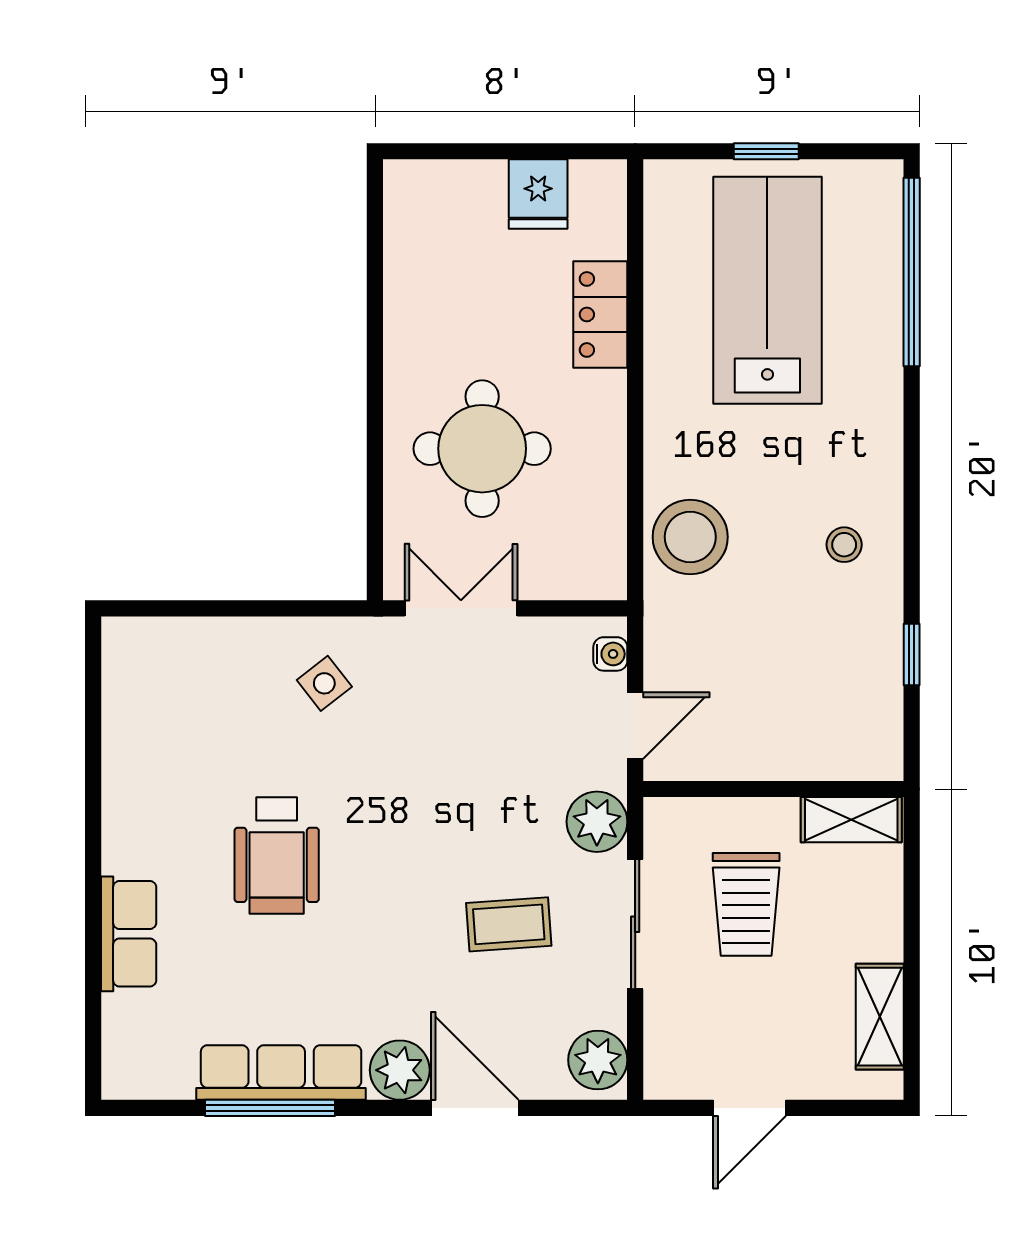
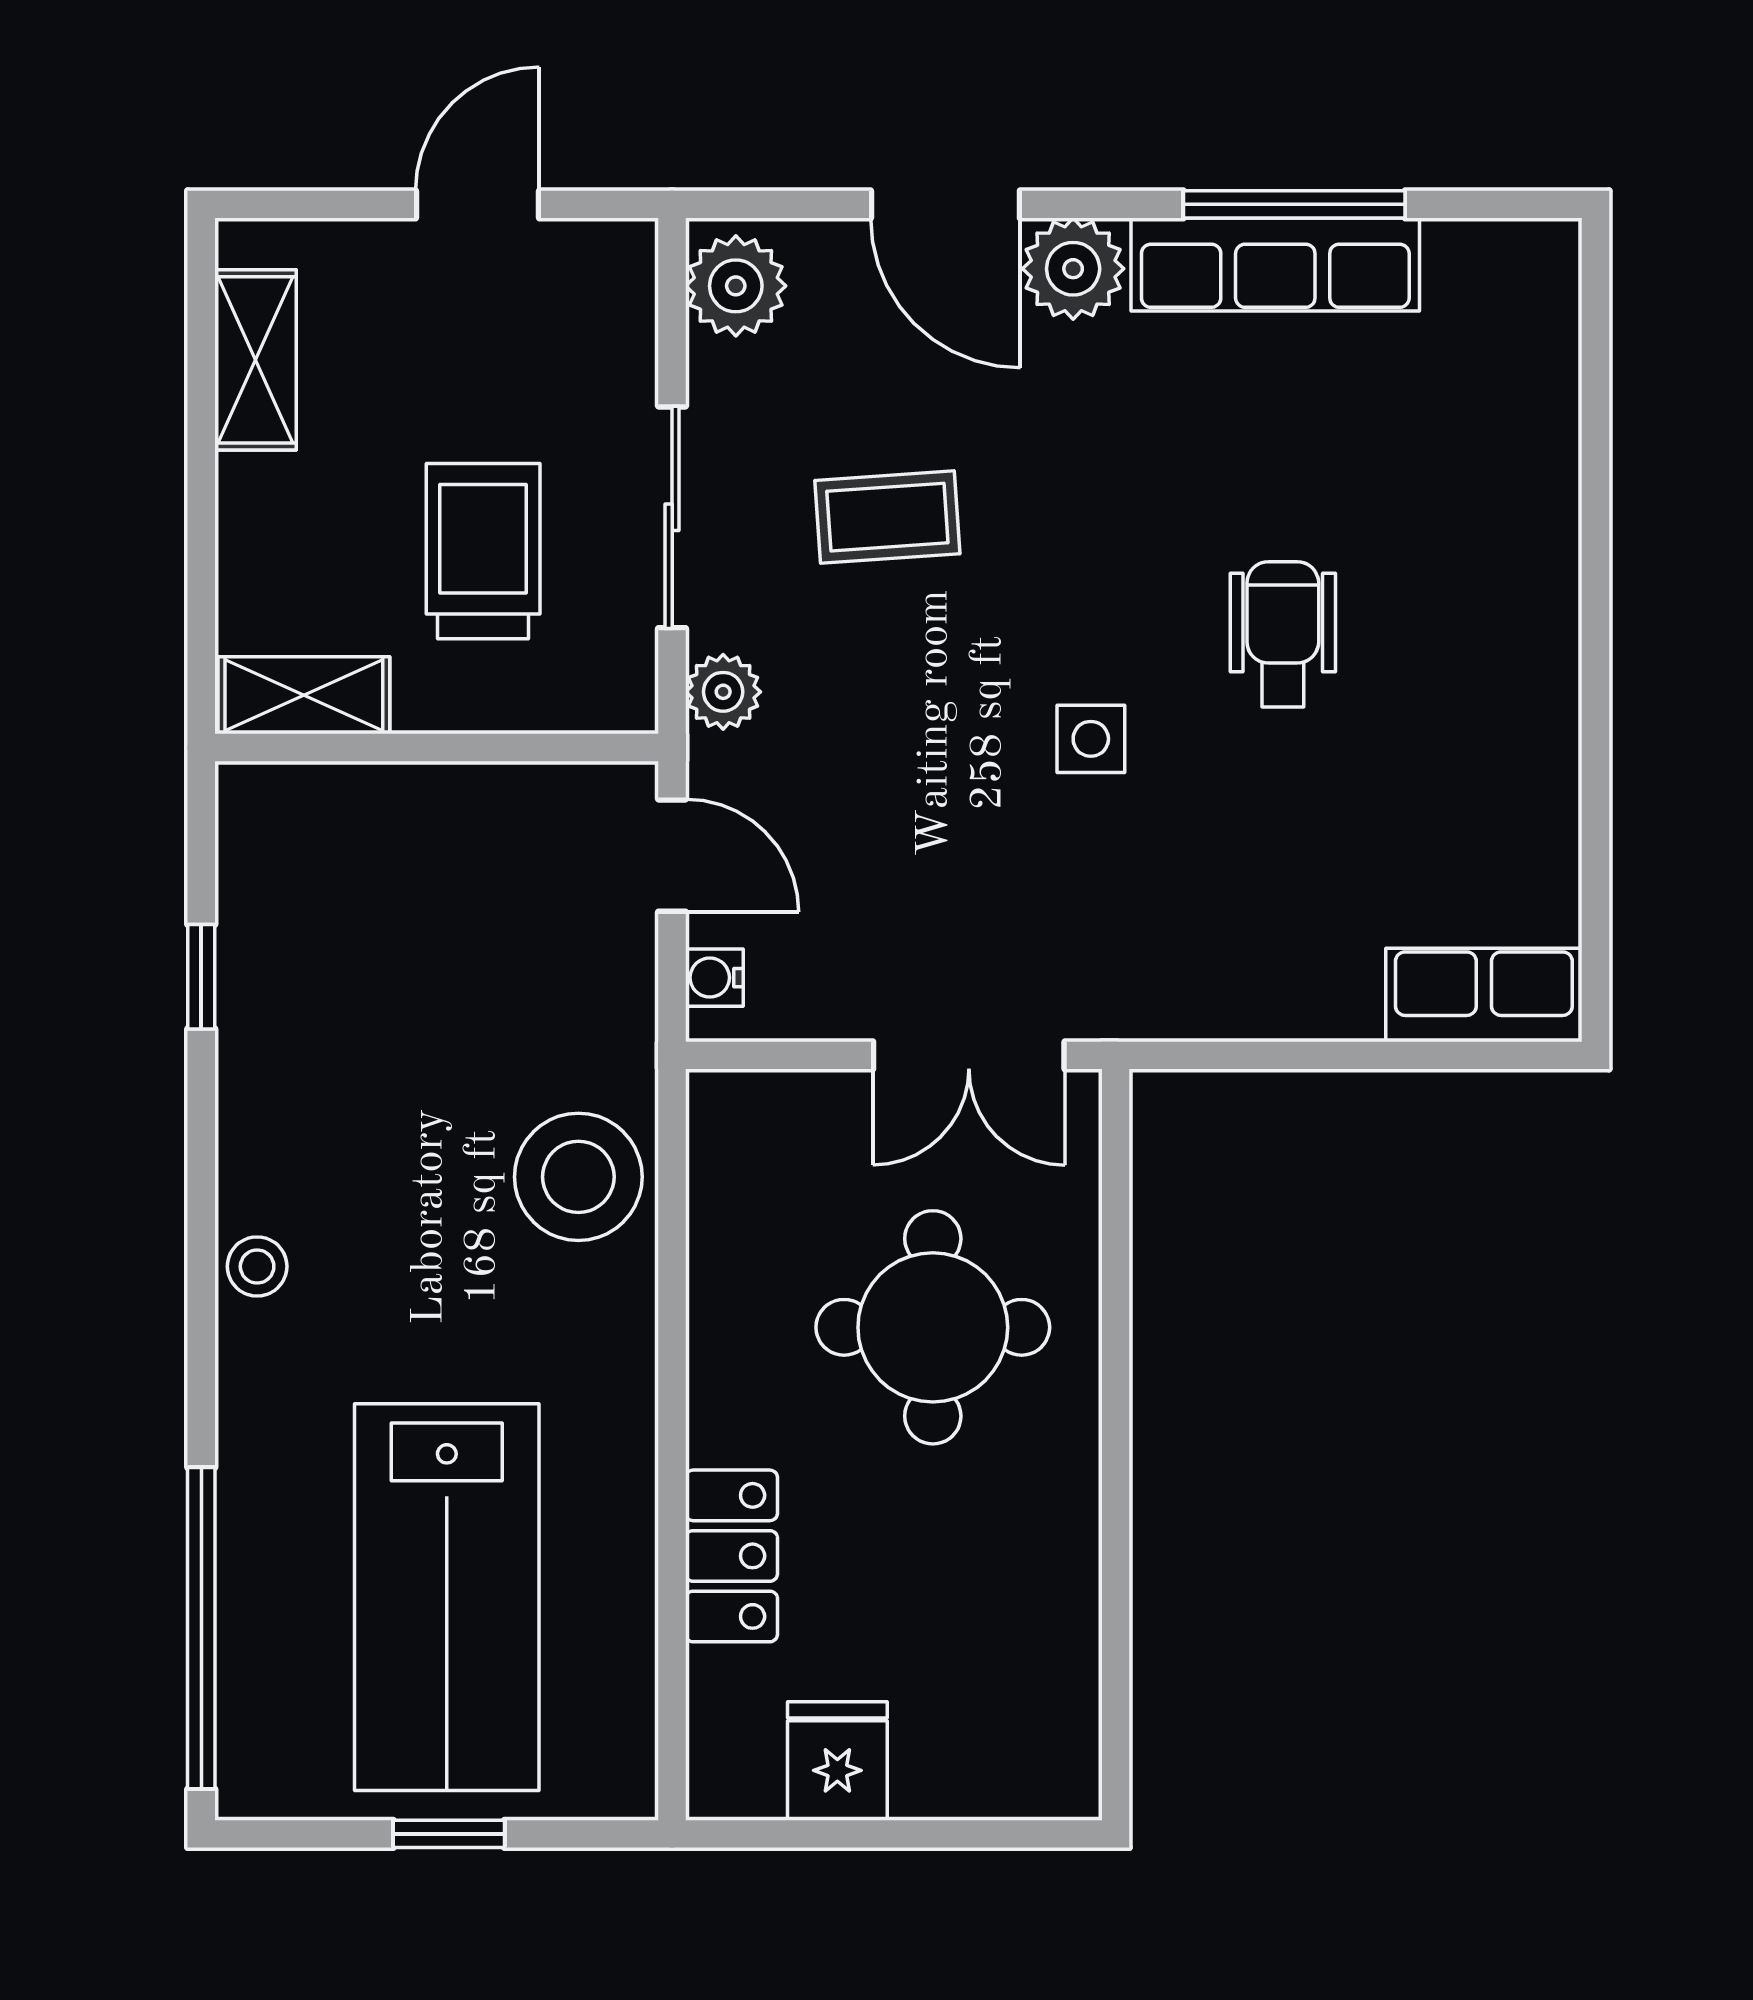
stool: (844, 545) -> (257, 1266), moved
side table: (324, 683) -> (1091, 739), moved, turned 38
door: (635, 726) -> (672, 856), swing flipped
plant: (597, 822) -> (723, 692), width x0.73, depth x0.73
wheelchair: (277, 856) -> (1283, 634), width x0.73, depth x0.73
row of seats: (129, 934) -> (1484, 995), moved, turned 90

